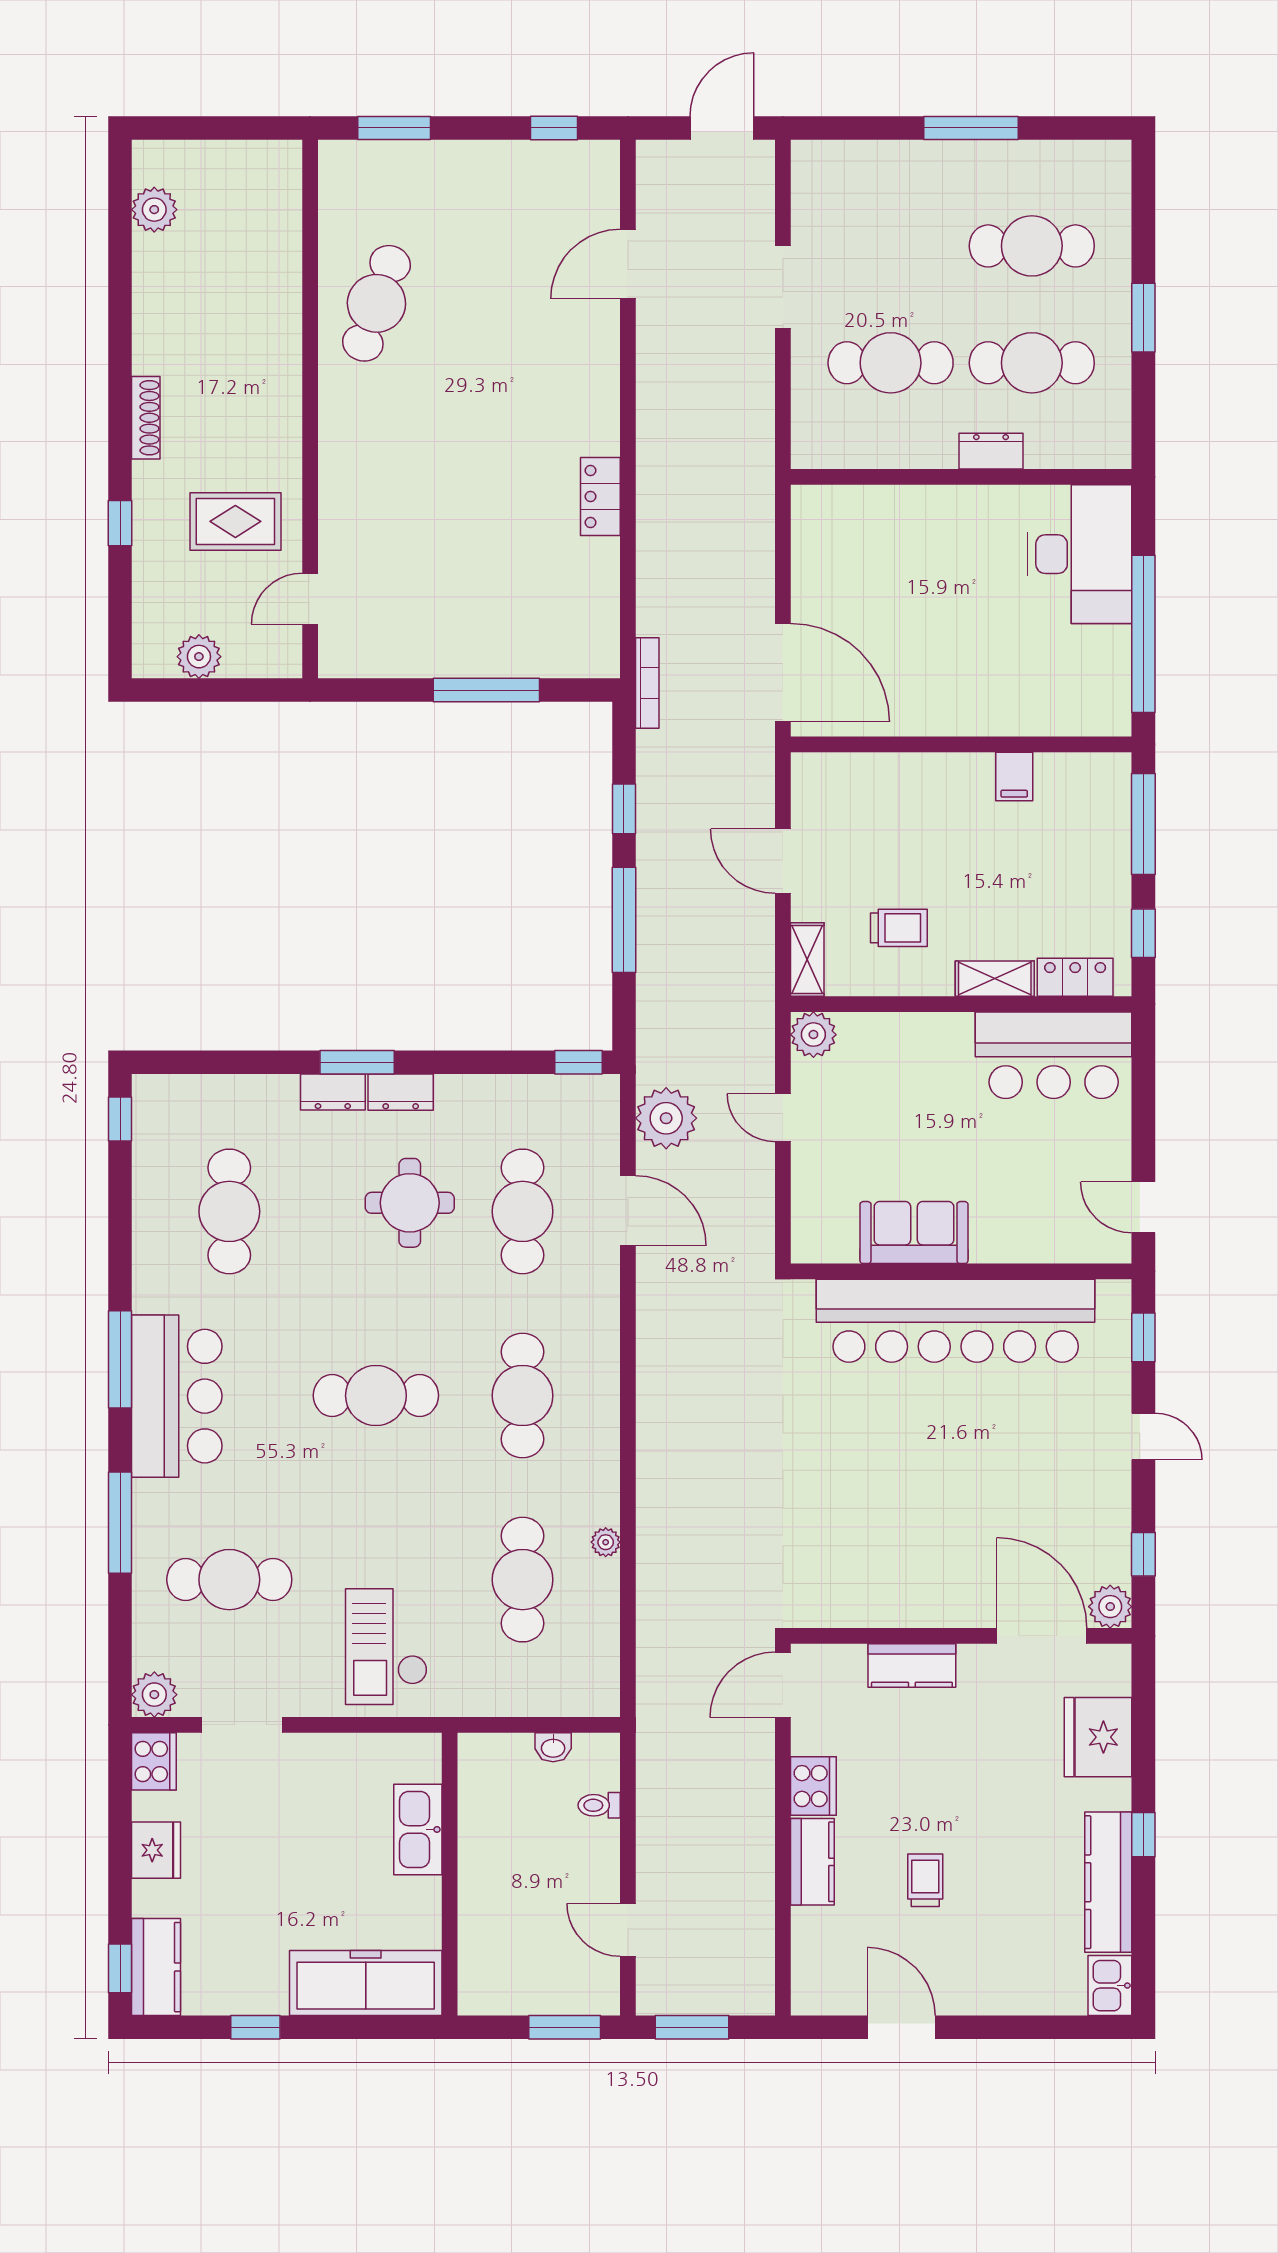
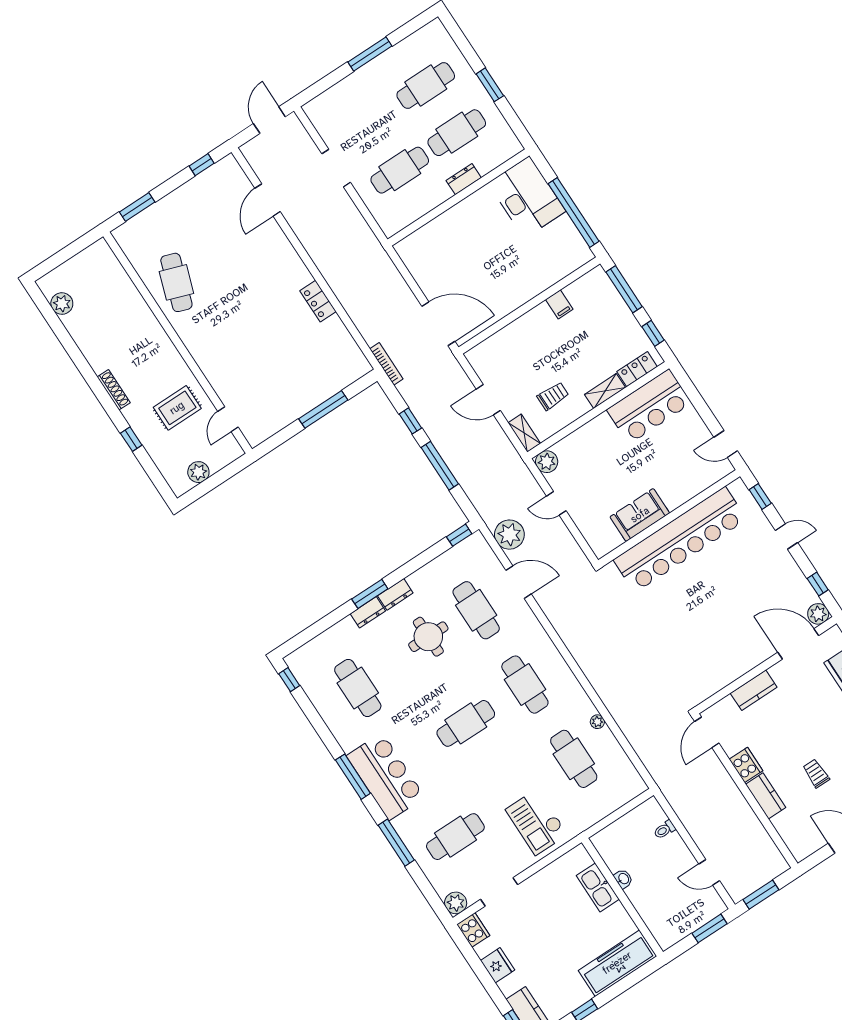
washbasin: (553, 1747) -> (623, 879), moved, turned -90

